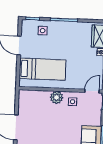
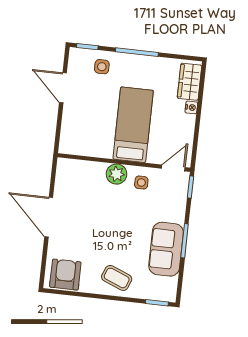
bed: (42, 69) -> (133, 125), moved, turned -90

